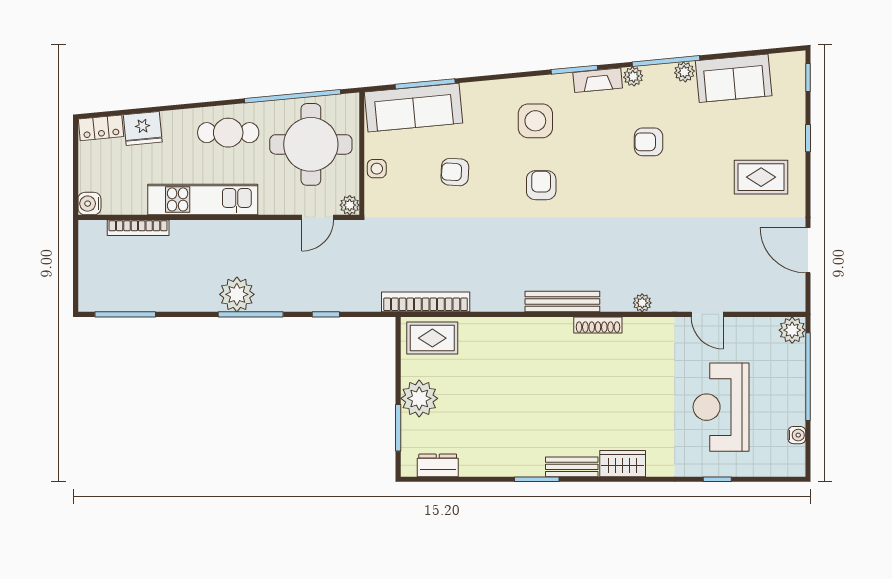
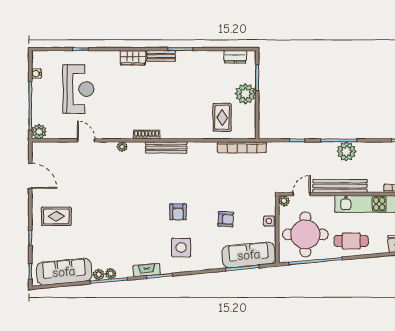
plant: (633, 76) -> (111, 274), moved
sofa: (734, 78) -> (64, 272), width x1.36
armchair: (649, 142) -> (119, 236), removed
bench: (248, 232) -> (340, 186), added
rug: (432, 338) -> (222, 117), moved, turned 90

